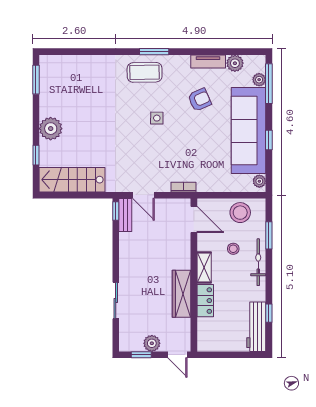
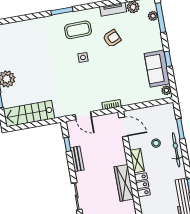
window: (154, 52) -> (62, 11), moved
coffee table: (145, 72) -> (78, 30), moved
sofa: (249, 131) -> (157, 69), width x0.54, depth x0.79
window: (116, 211) -> (67, 144), moved
stool: (240, 213) -> (156, 116), removed
bench: (125, 215) -> (77, 159), moved

